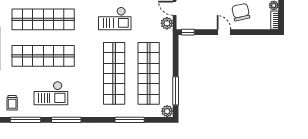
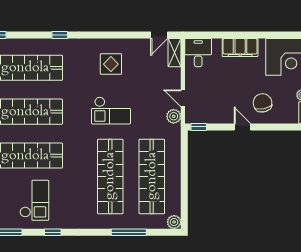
window: (176, 91) -> (184, 197), removed
checkout: (51, 93) -> (34, 200), turned -90
window: (66, 120) -> (53, 232), width x0.46

